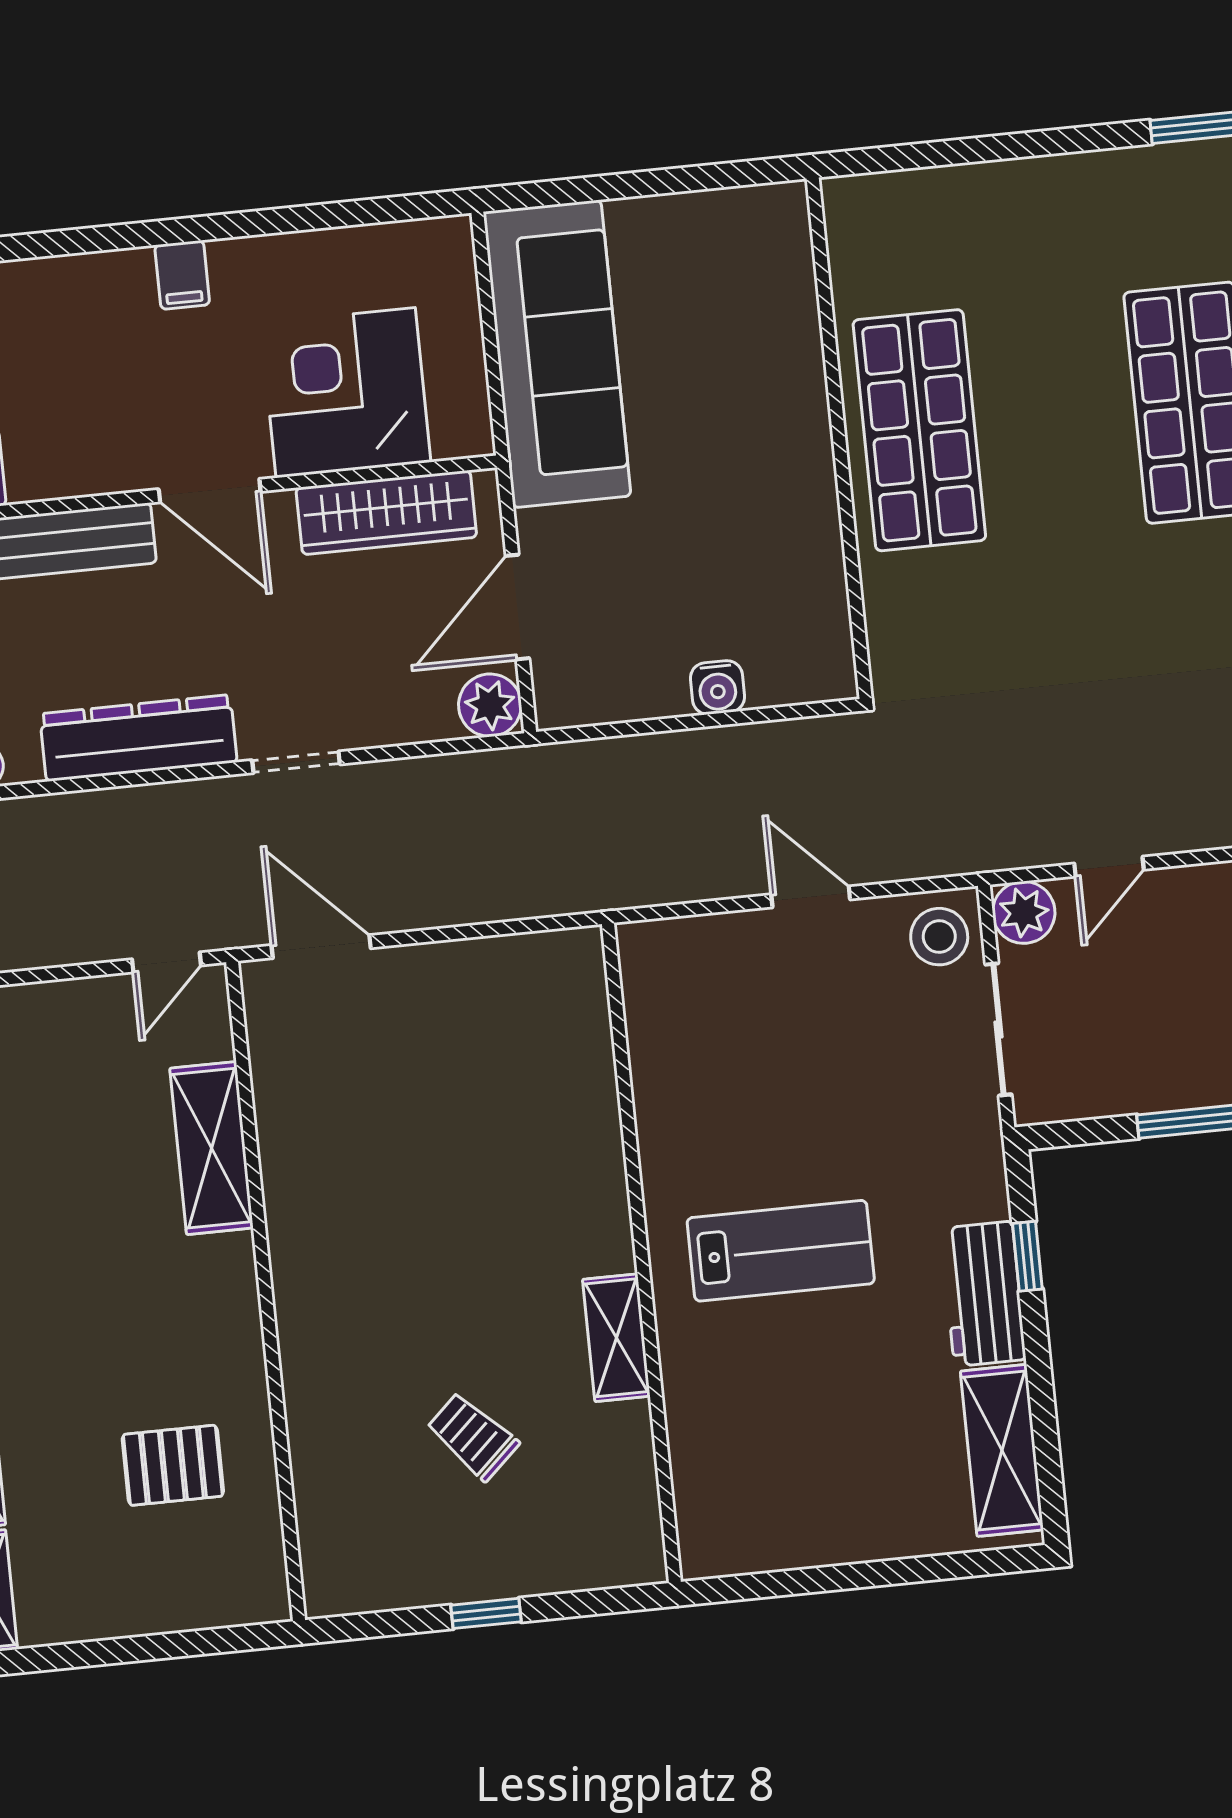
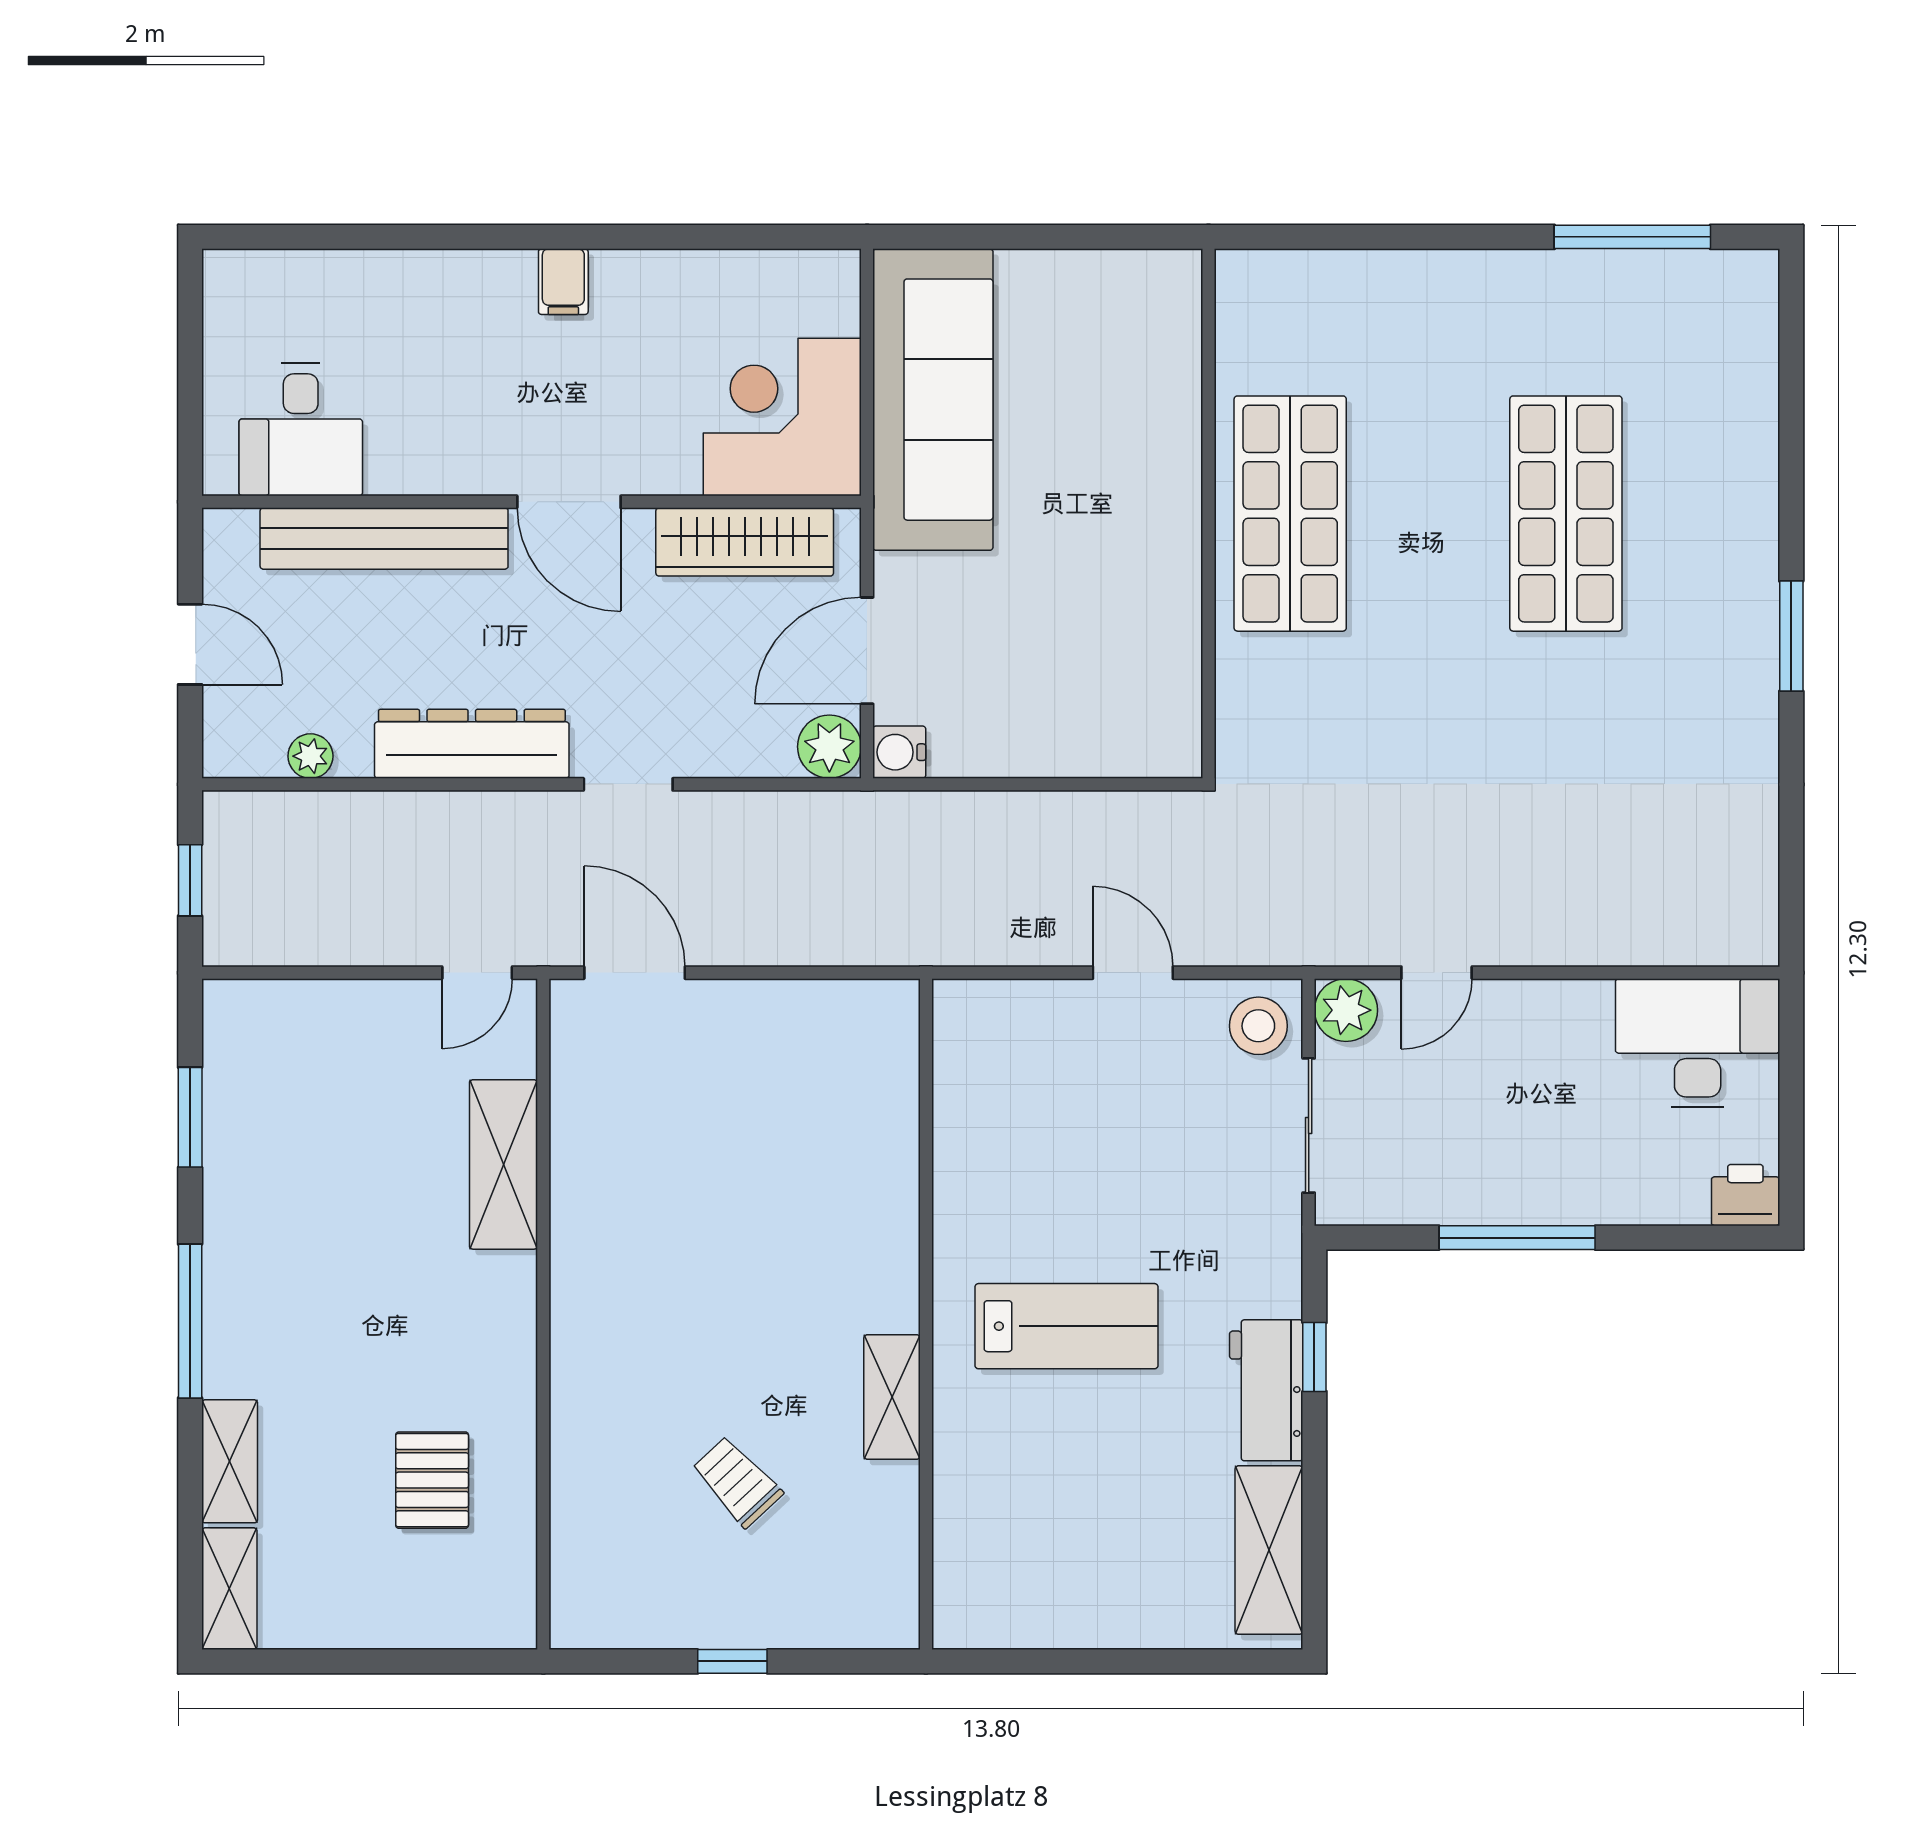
corner desk: (346, 393) -> (782, 417), moved
water cooler: (717, 687) -> (899, 752), moved, turned 90
pallet: (173, 1465) -> (432, 1480), turned 90

